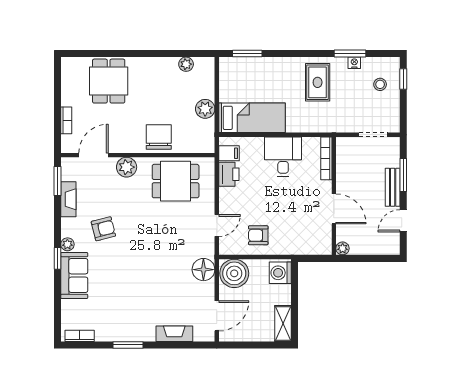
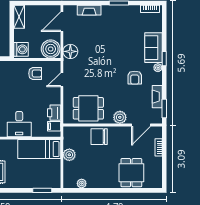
chair: (159, 137) -> (99, 137), turned 90
armchair: (103, 229) -> (135, 78), turned -76

